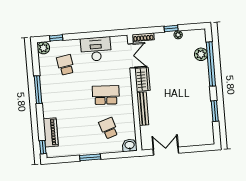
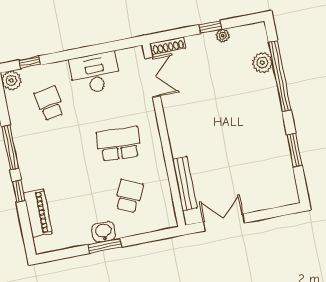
wardrobe: (142, 79) -> (174, 113), removed
bench: (143, 109) -> (185, 184), moved
school desk: (109, 128) -> (129, 196), turned 42
washbasin: (130, 145) -> (104, 232), moved
window: (43, 147) -> (19, 191), moved

